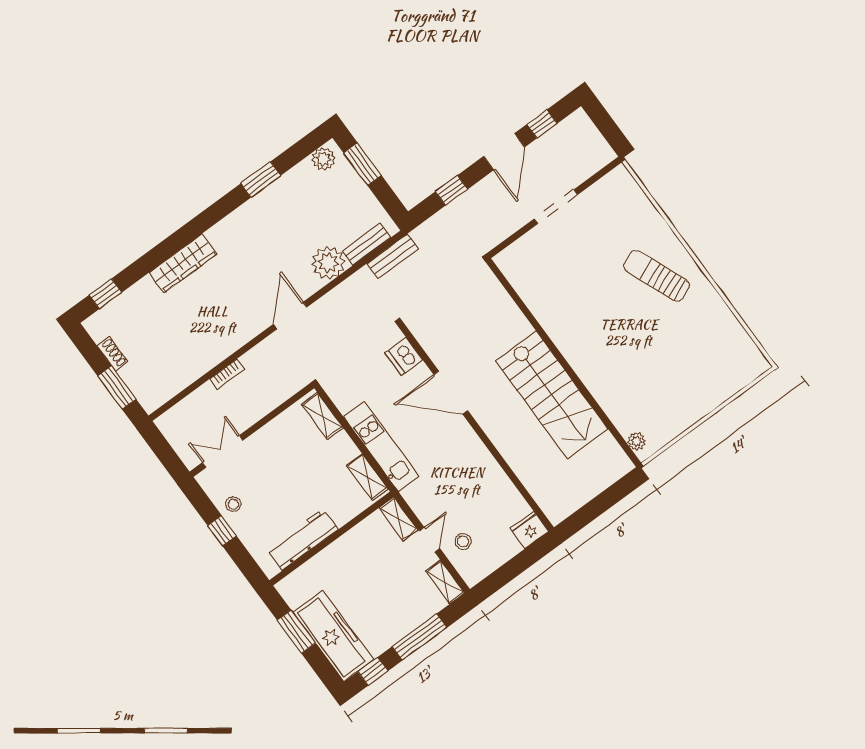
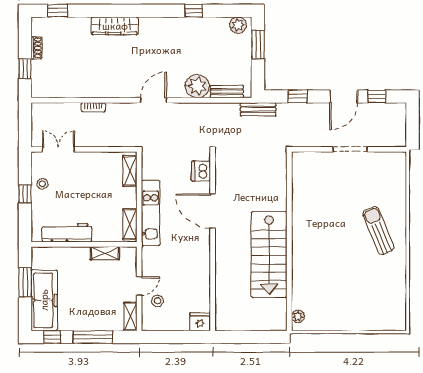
window: (261, 180) -> (194, 11), width x0.67
bench: (393, 256) -> (258, 109), moved
window: (117, 387) -> (25, 69), width x0.67
shelving: (399, 519) -> (105, 253), moved, turned 90

